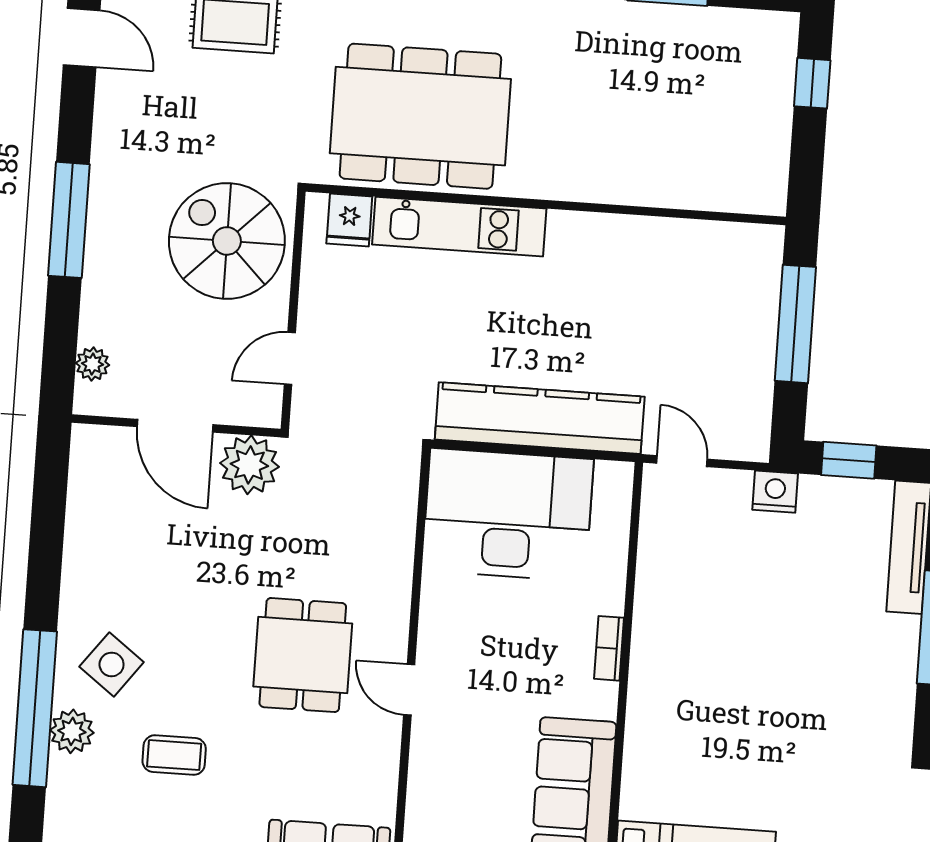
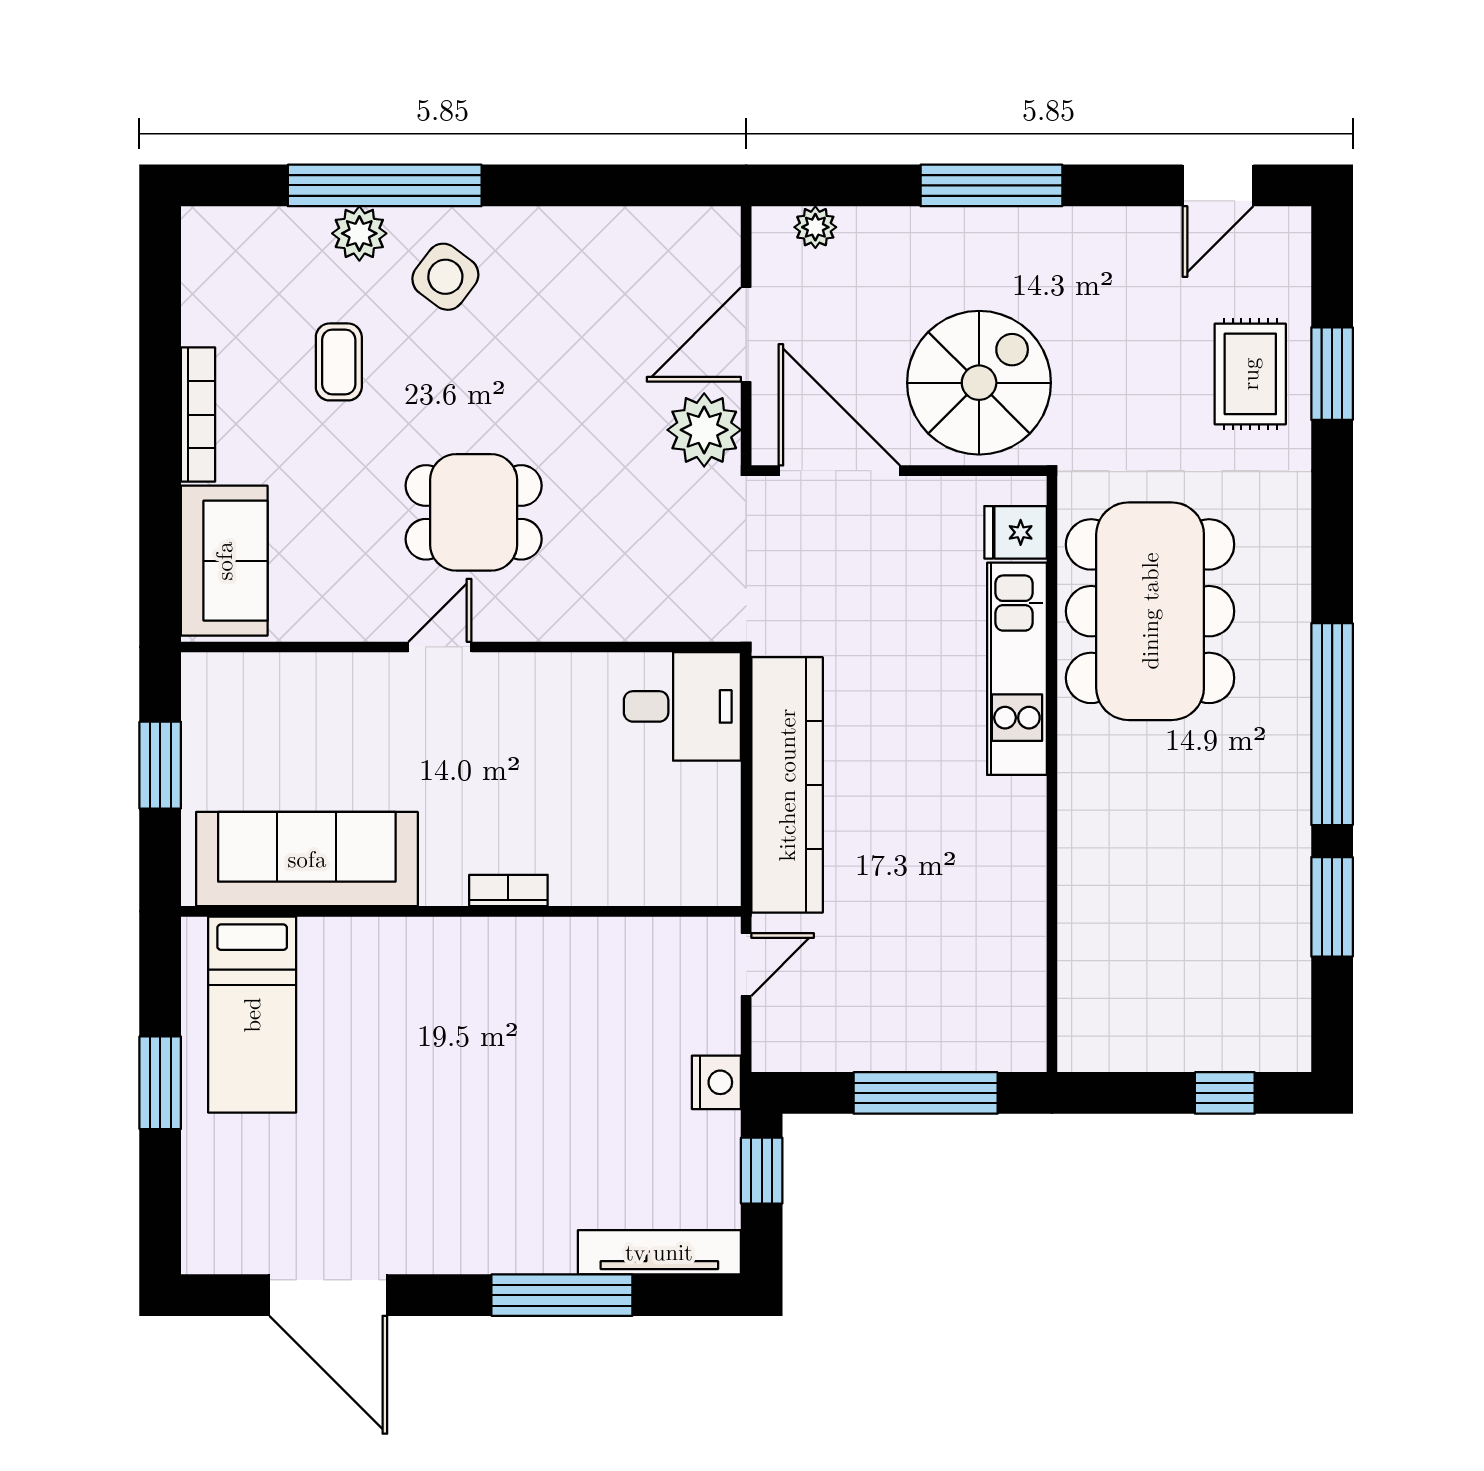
door: (290, 358) -> (839, 471), width x1.88
desk: (508, 515) -> (682, 706), width x0.53, depth x0.77

